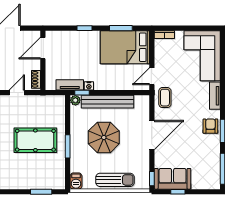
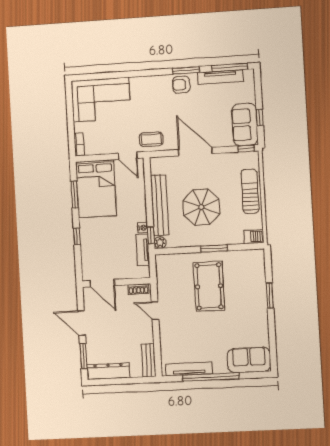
tv unit: (215, 96) -> (220, 77), moved, width x1.41
window: (41, 192) -> (270, 296), moved

